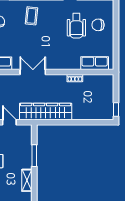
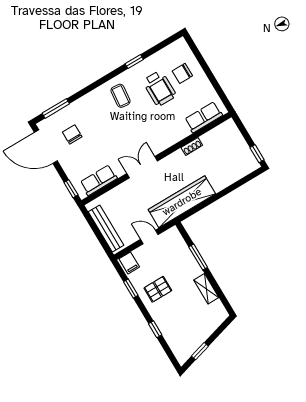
coffee table: (31, 16) -> (120, 96), moved

